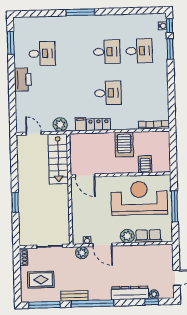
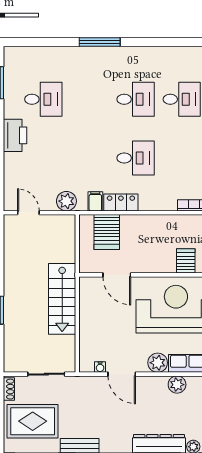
server rack: (124, 144) -> (107, 232), moved
stairs: (58, 159) -> (62, 299), moved
door: (85, 176) -> (117, 275), moved
plant: (82, 253) -> (177, 385), moved
rug: (41, 280) -> (33, 421), width x1.36, depth x1.43

